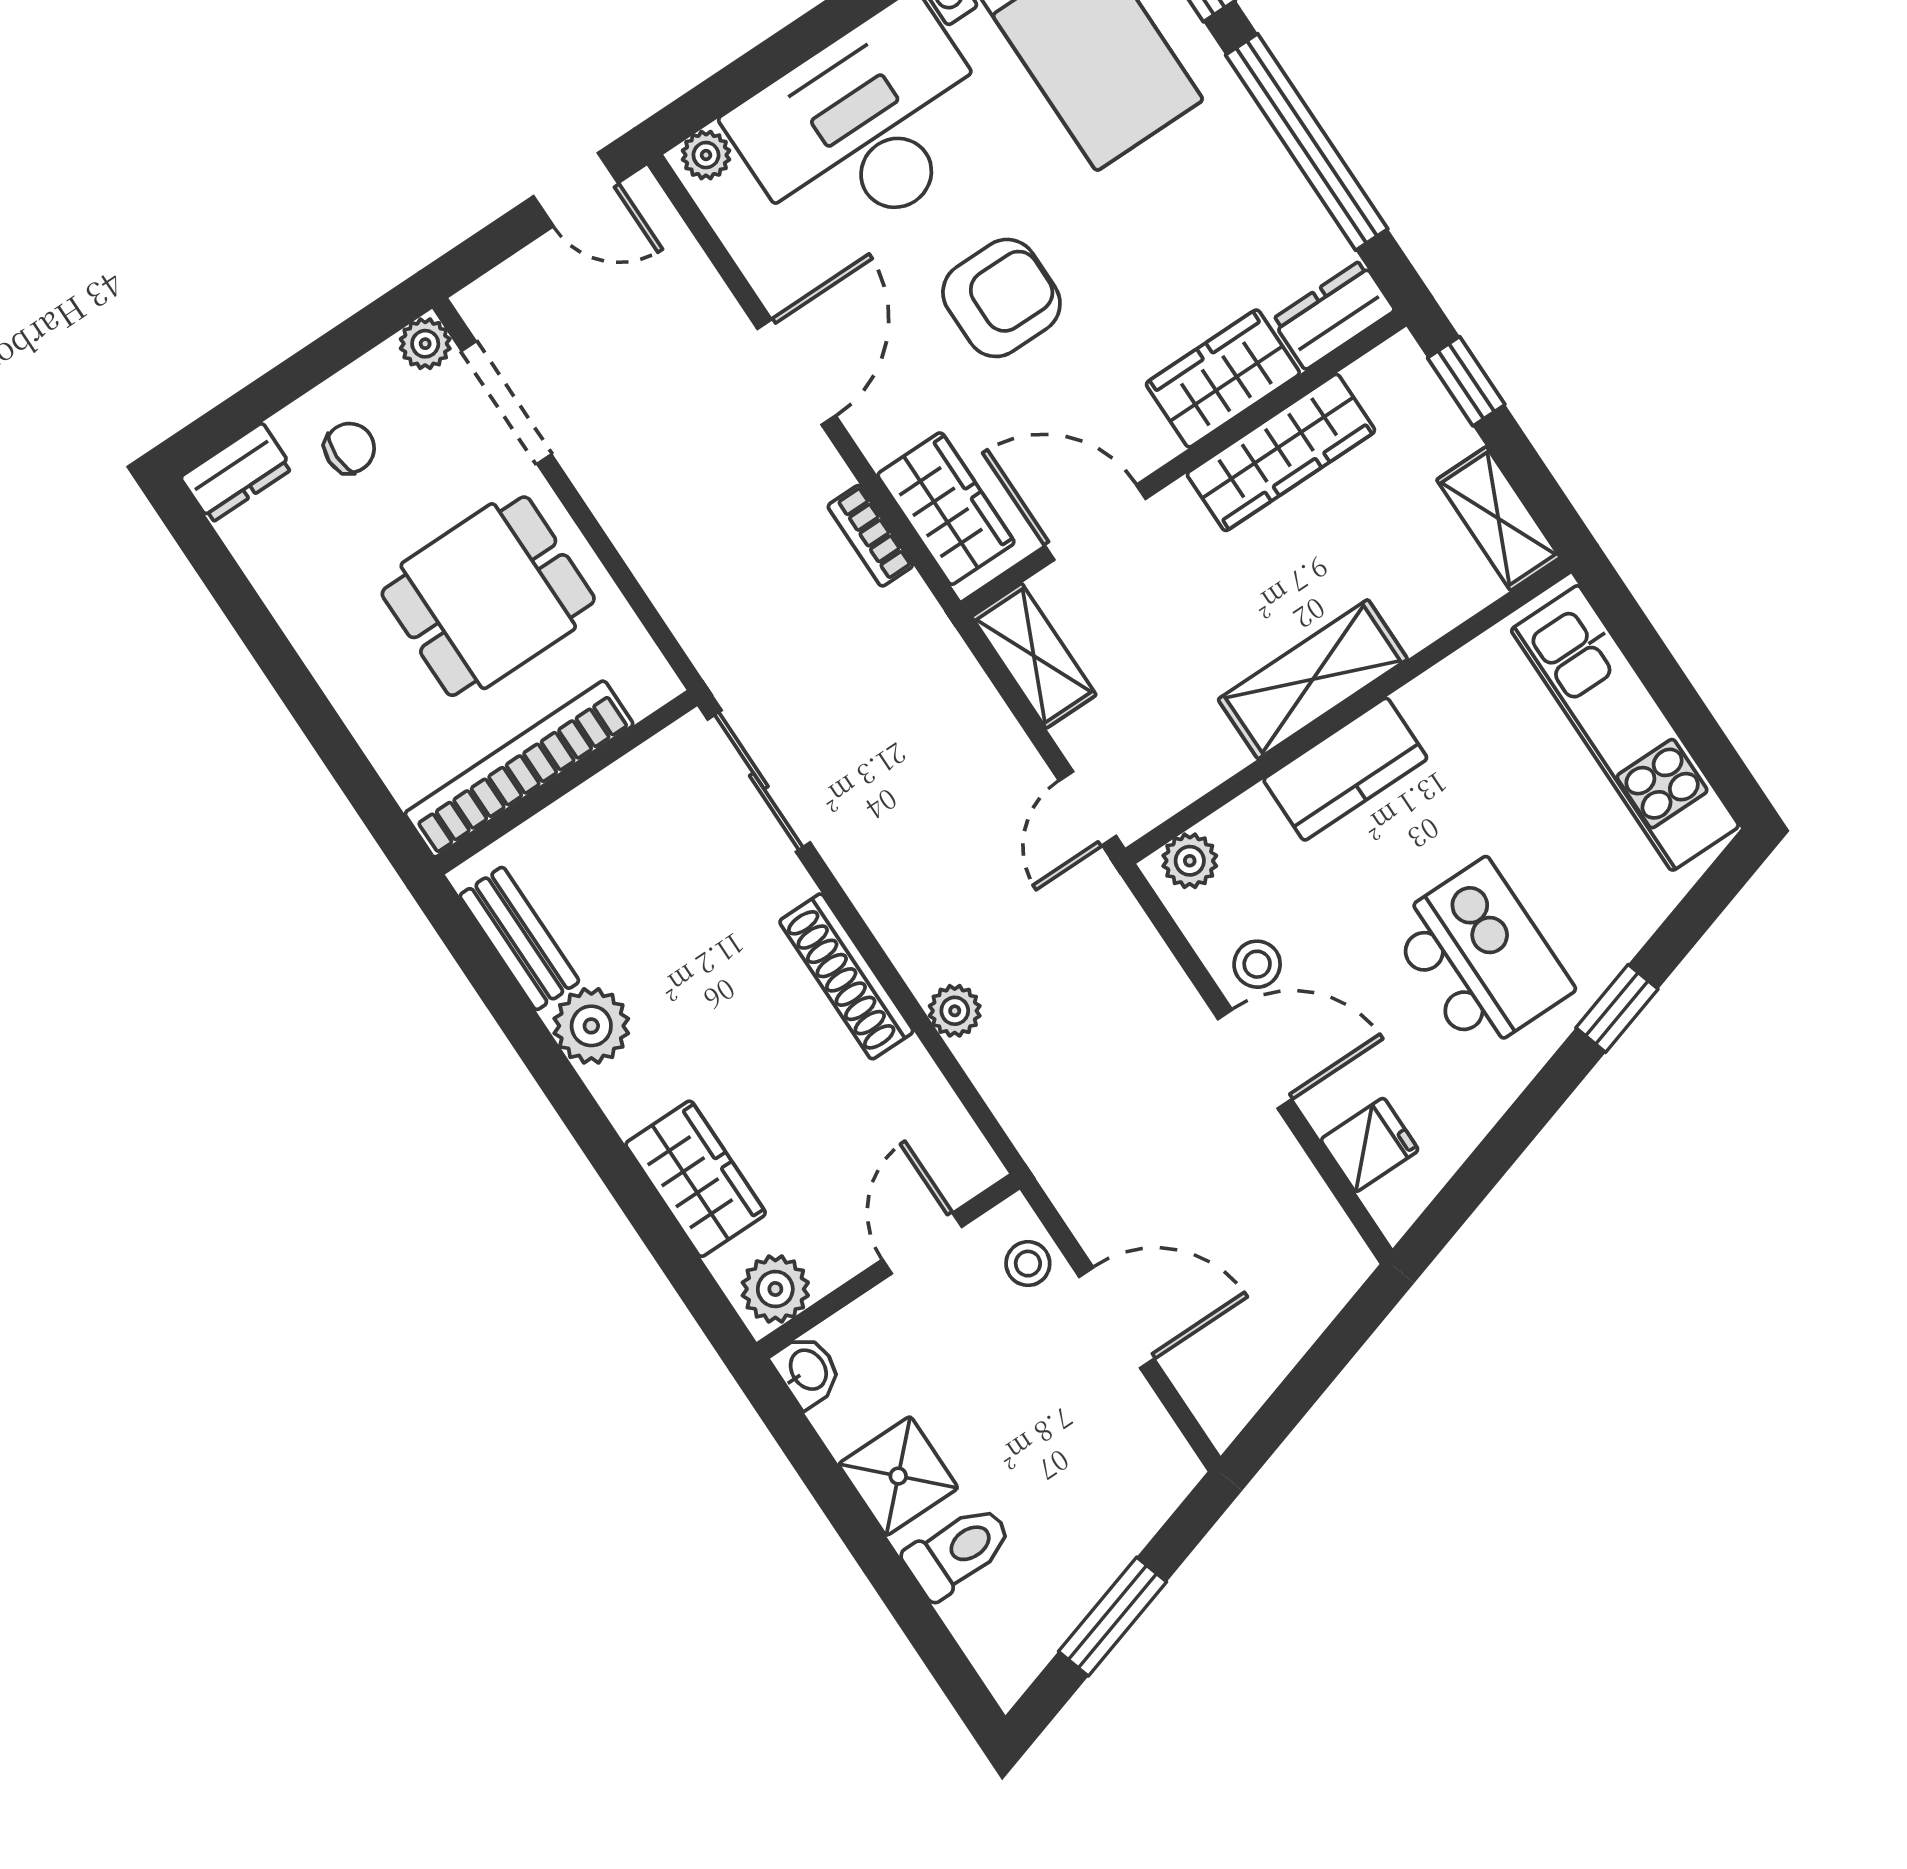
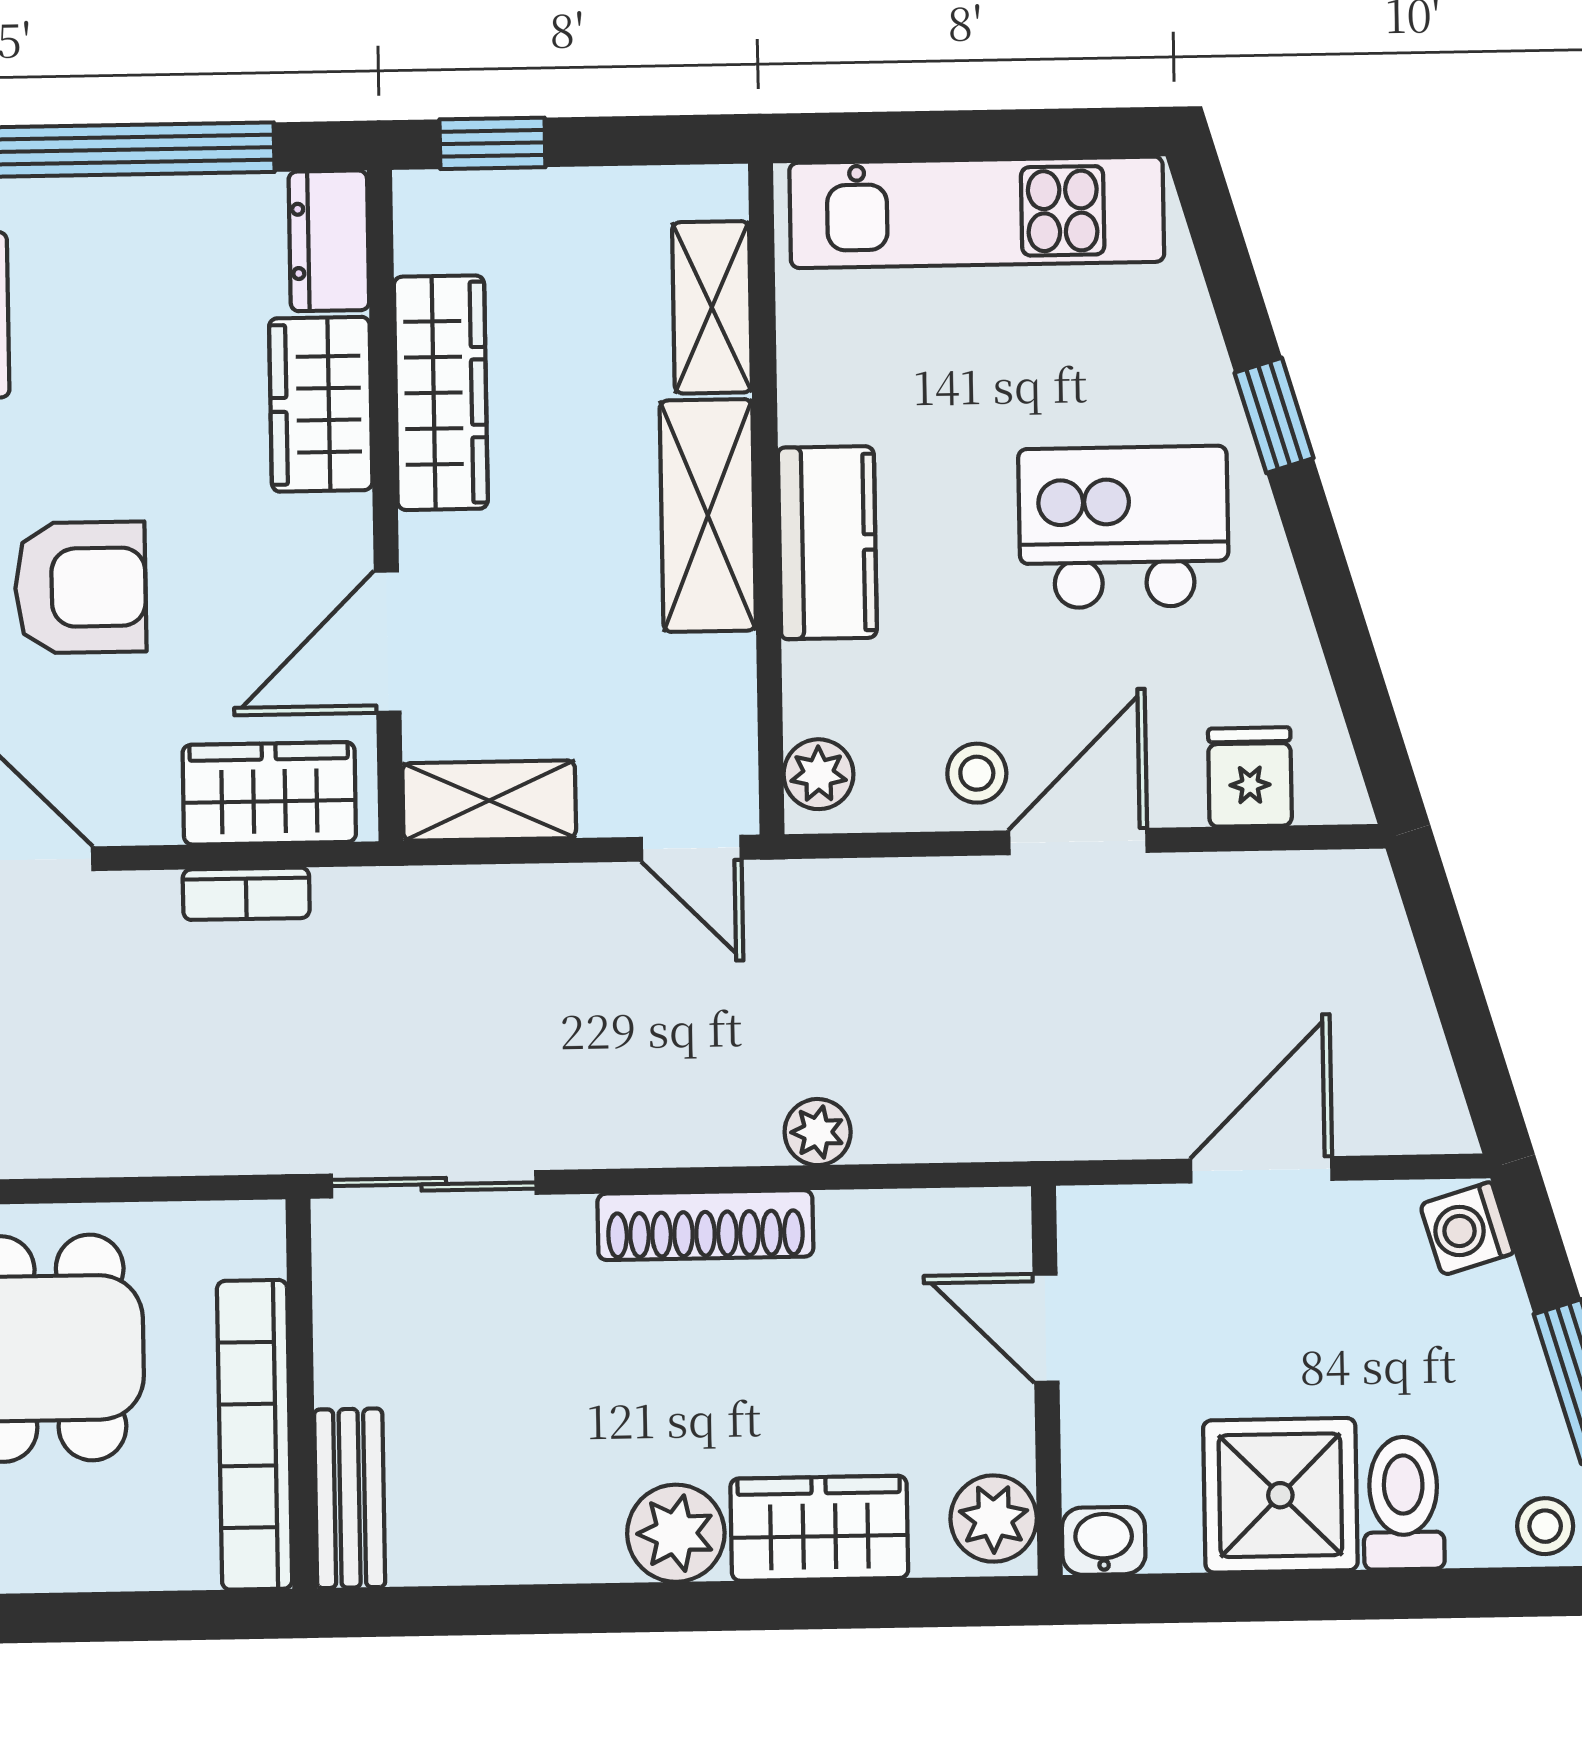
armchair: (1001, 298) -> (80, 587), turned 90
shelving: (1498, 519) -> (712, 307), moved, turned 90
bench: (519, 938) -> (350, 1498), moved, turned 90
plant: (591, 1026) -> (676, 1533), moved
stool: (1028, 1264) -> (1545, 1526), moved
shower: (898, 1476) -> (1280, 1495), width x1.36, depth x1.36
washing machine: (1165, 1477) -> (1467, 1229), added

